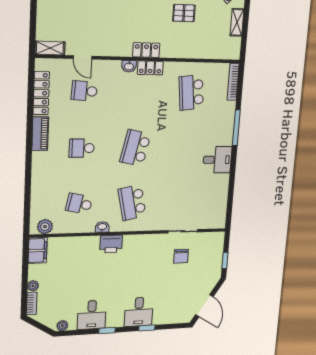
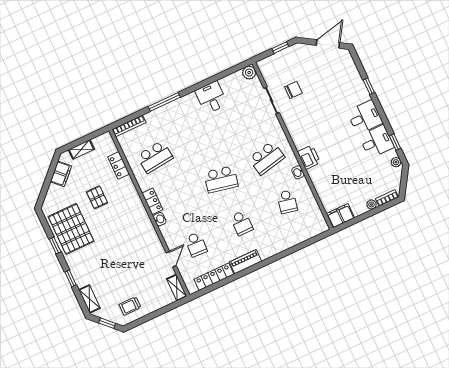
locker: (146, 50) -> (119, 165), moved
desk: (217, 160) -> (211, 98), moved
plant: (45, 227) -> (249, 73), moved
desk: (139, 312) -> (365, 117), moved
window: (107, 331) -> (395, 142), moved

